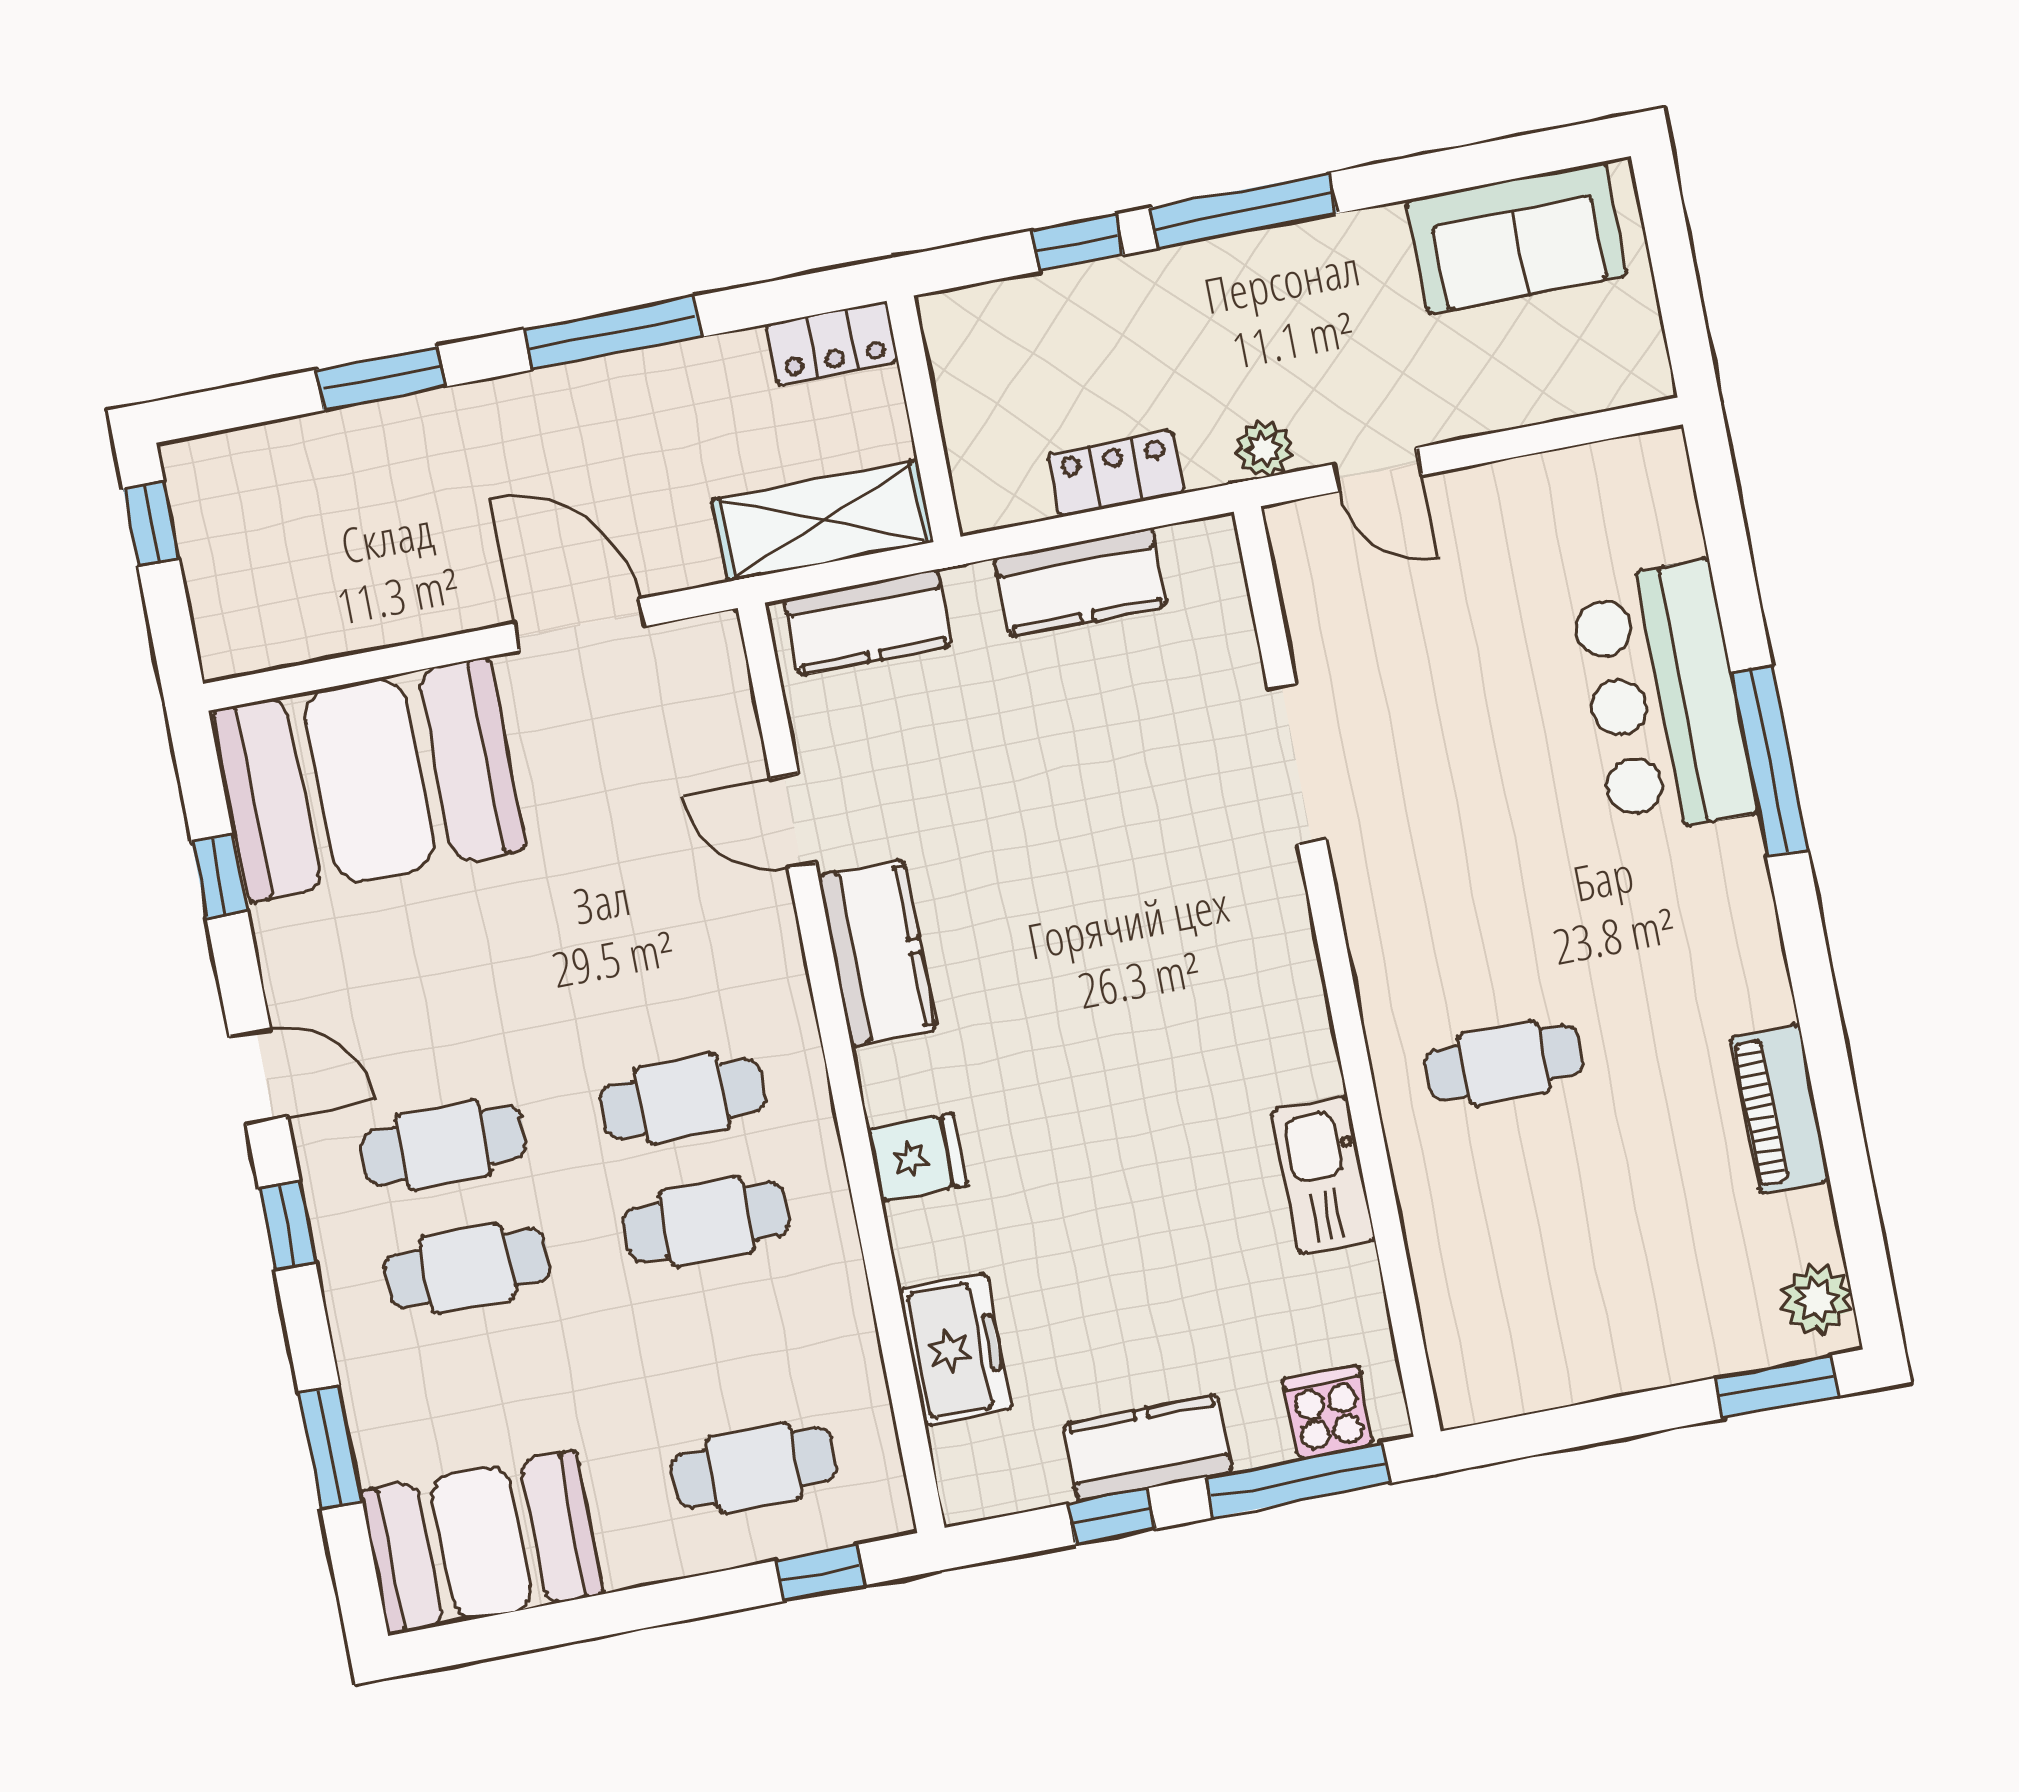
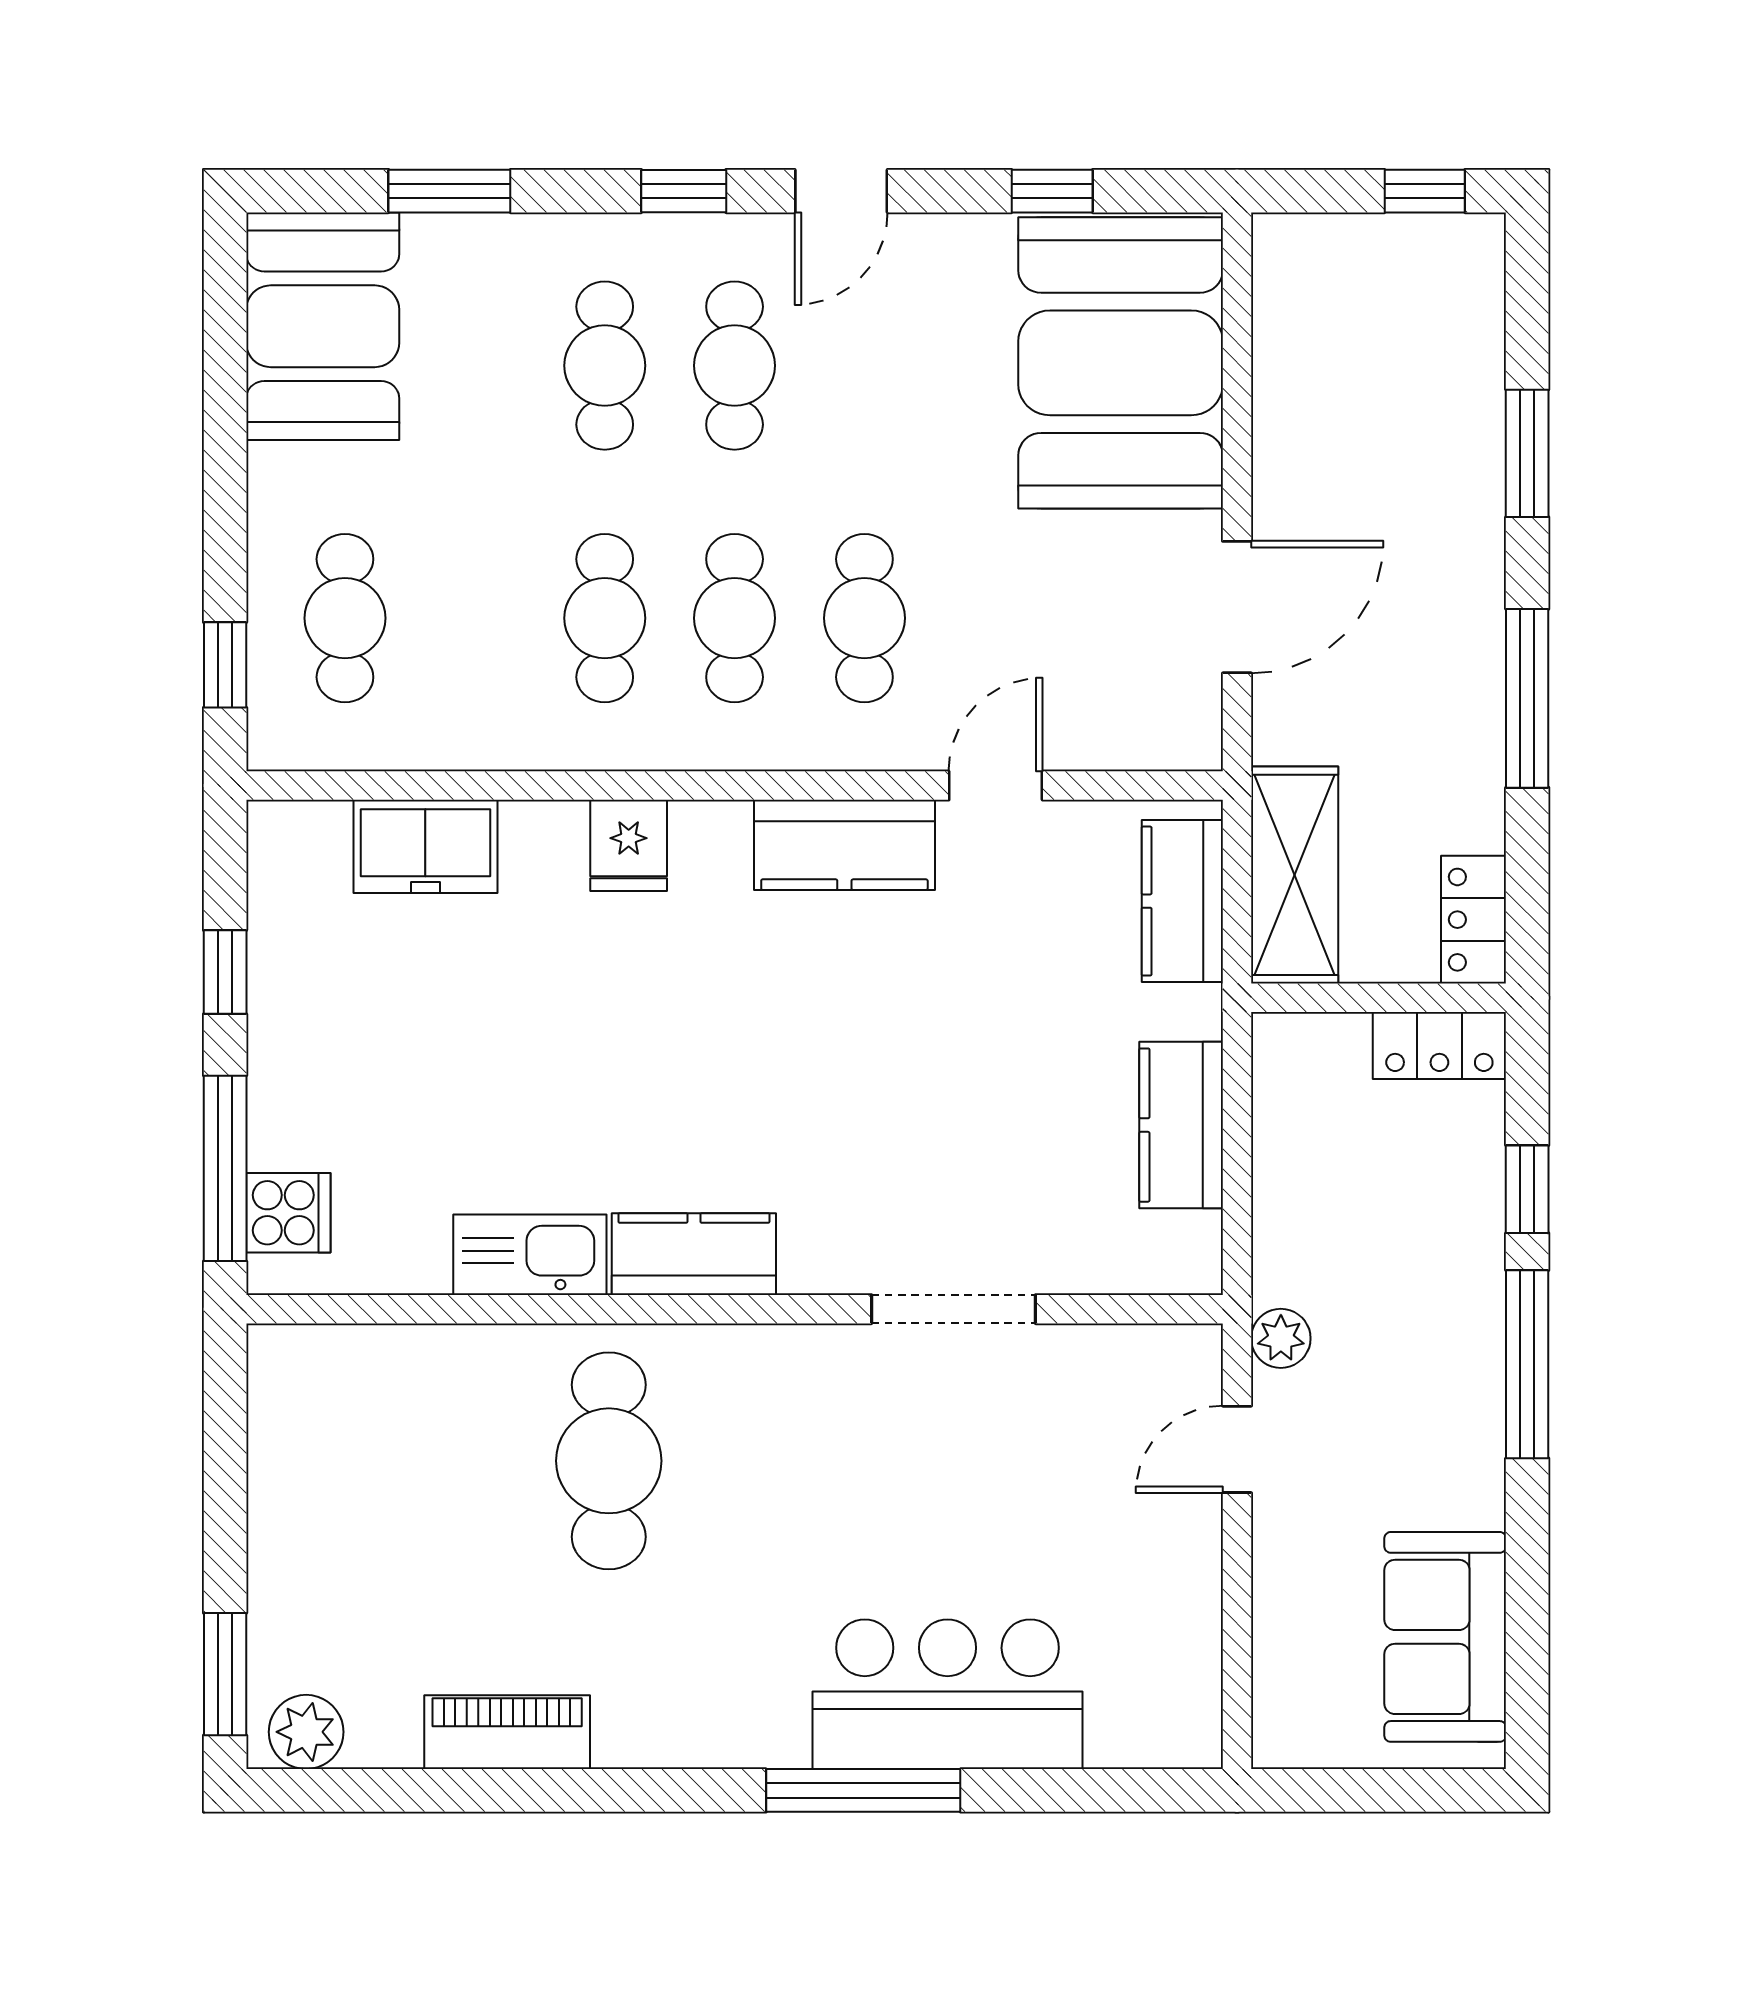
locker: (1116, 474) -> (1439, 1046), moved, turned 90
cafe table: (659, 976) -> (864, 618), added
cafe table: (1504, 1063) -> (609, 1461), width x1.37, depth x1.35
kitchen counter: (1148, 1448) -> (694, 1254), moved, turned -90

